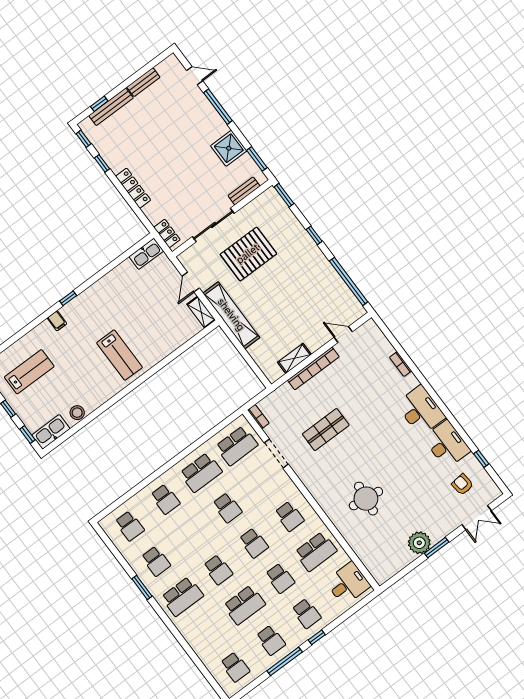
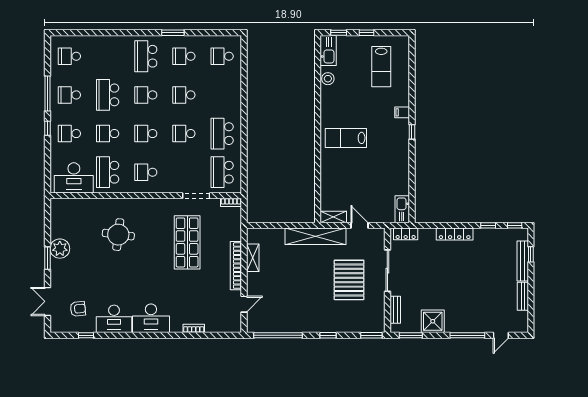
shop shelf: (326, 430) -> (187, 242), width x1.43, depth x1.36
school desk: (165, 499) -> (184, 95), moved
desk: (348, 584) -> (74, 178), width x1.37

